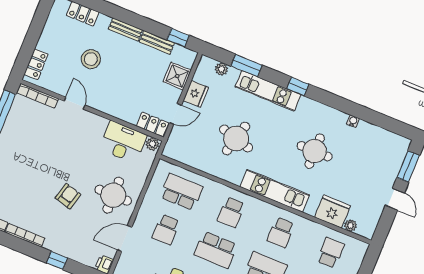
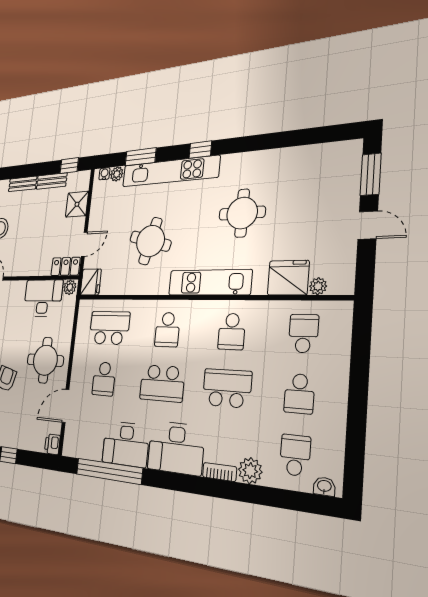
kitchen unit: (268, 91) -> (170, 171), width x1.36
fridge: (196, 94) -> (91, 282), moved
water cooler: (353, 121) -> (104, 174), moved

